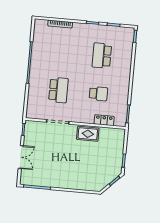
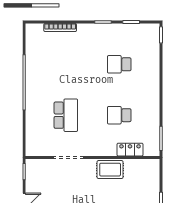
school desk: (102, 56) -> (119, 64), width x0.54
school desk: (98, 94) -> (119, 115), turned 180

